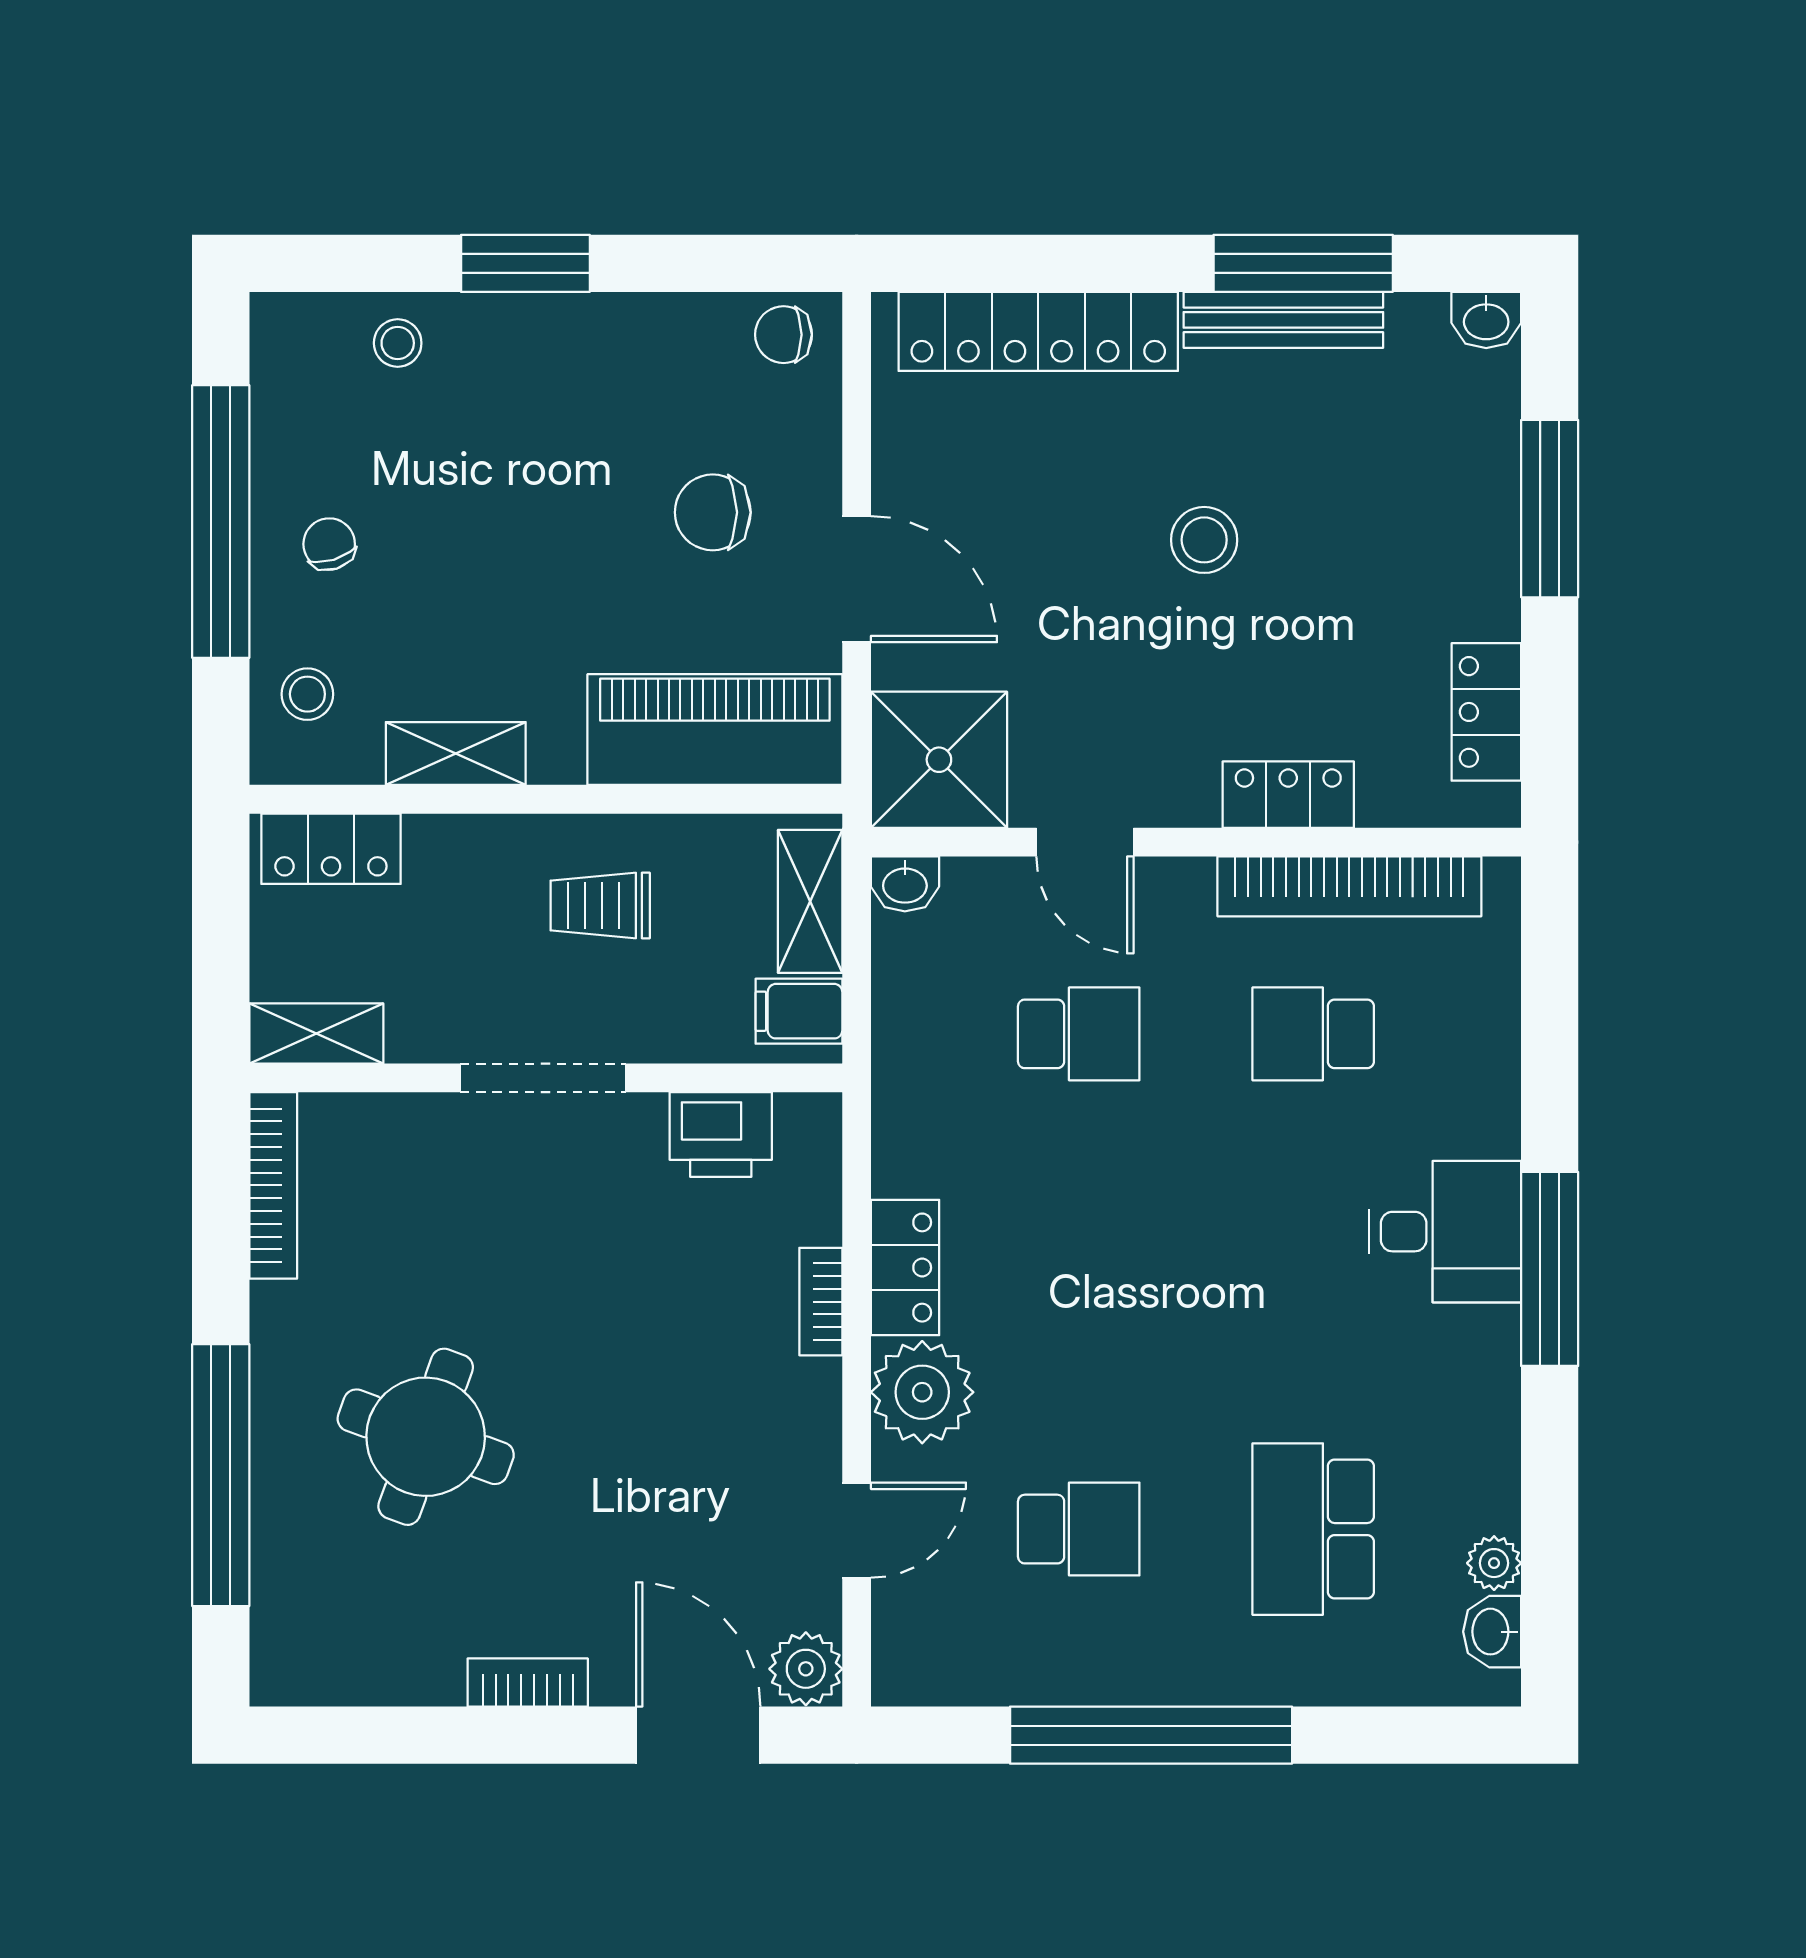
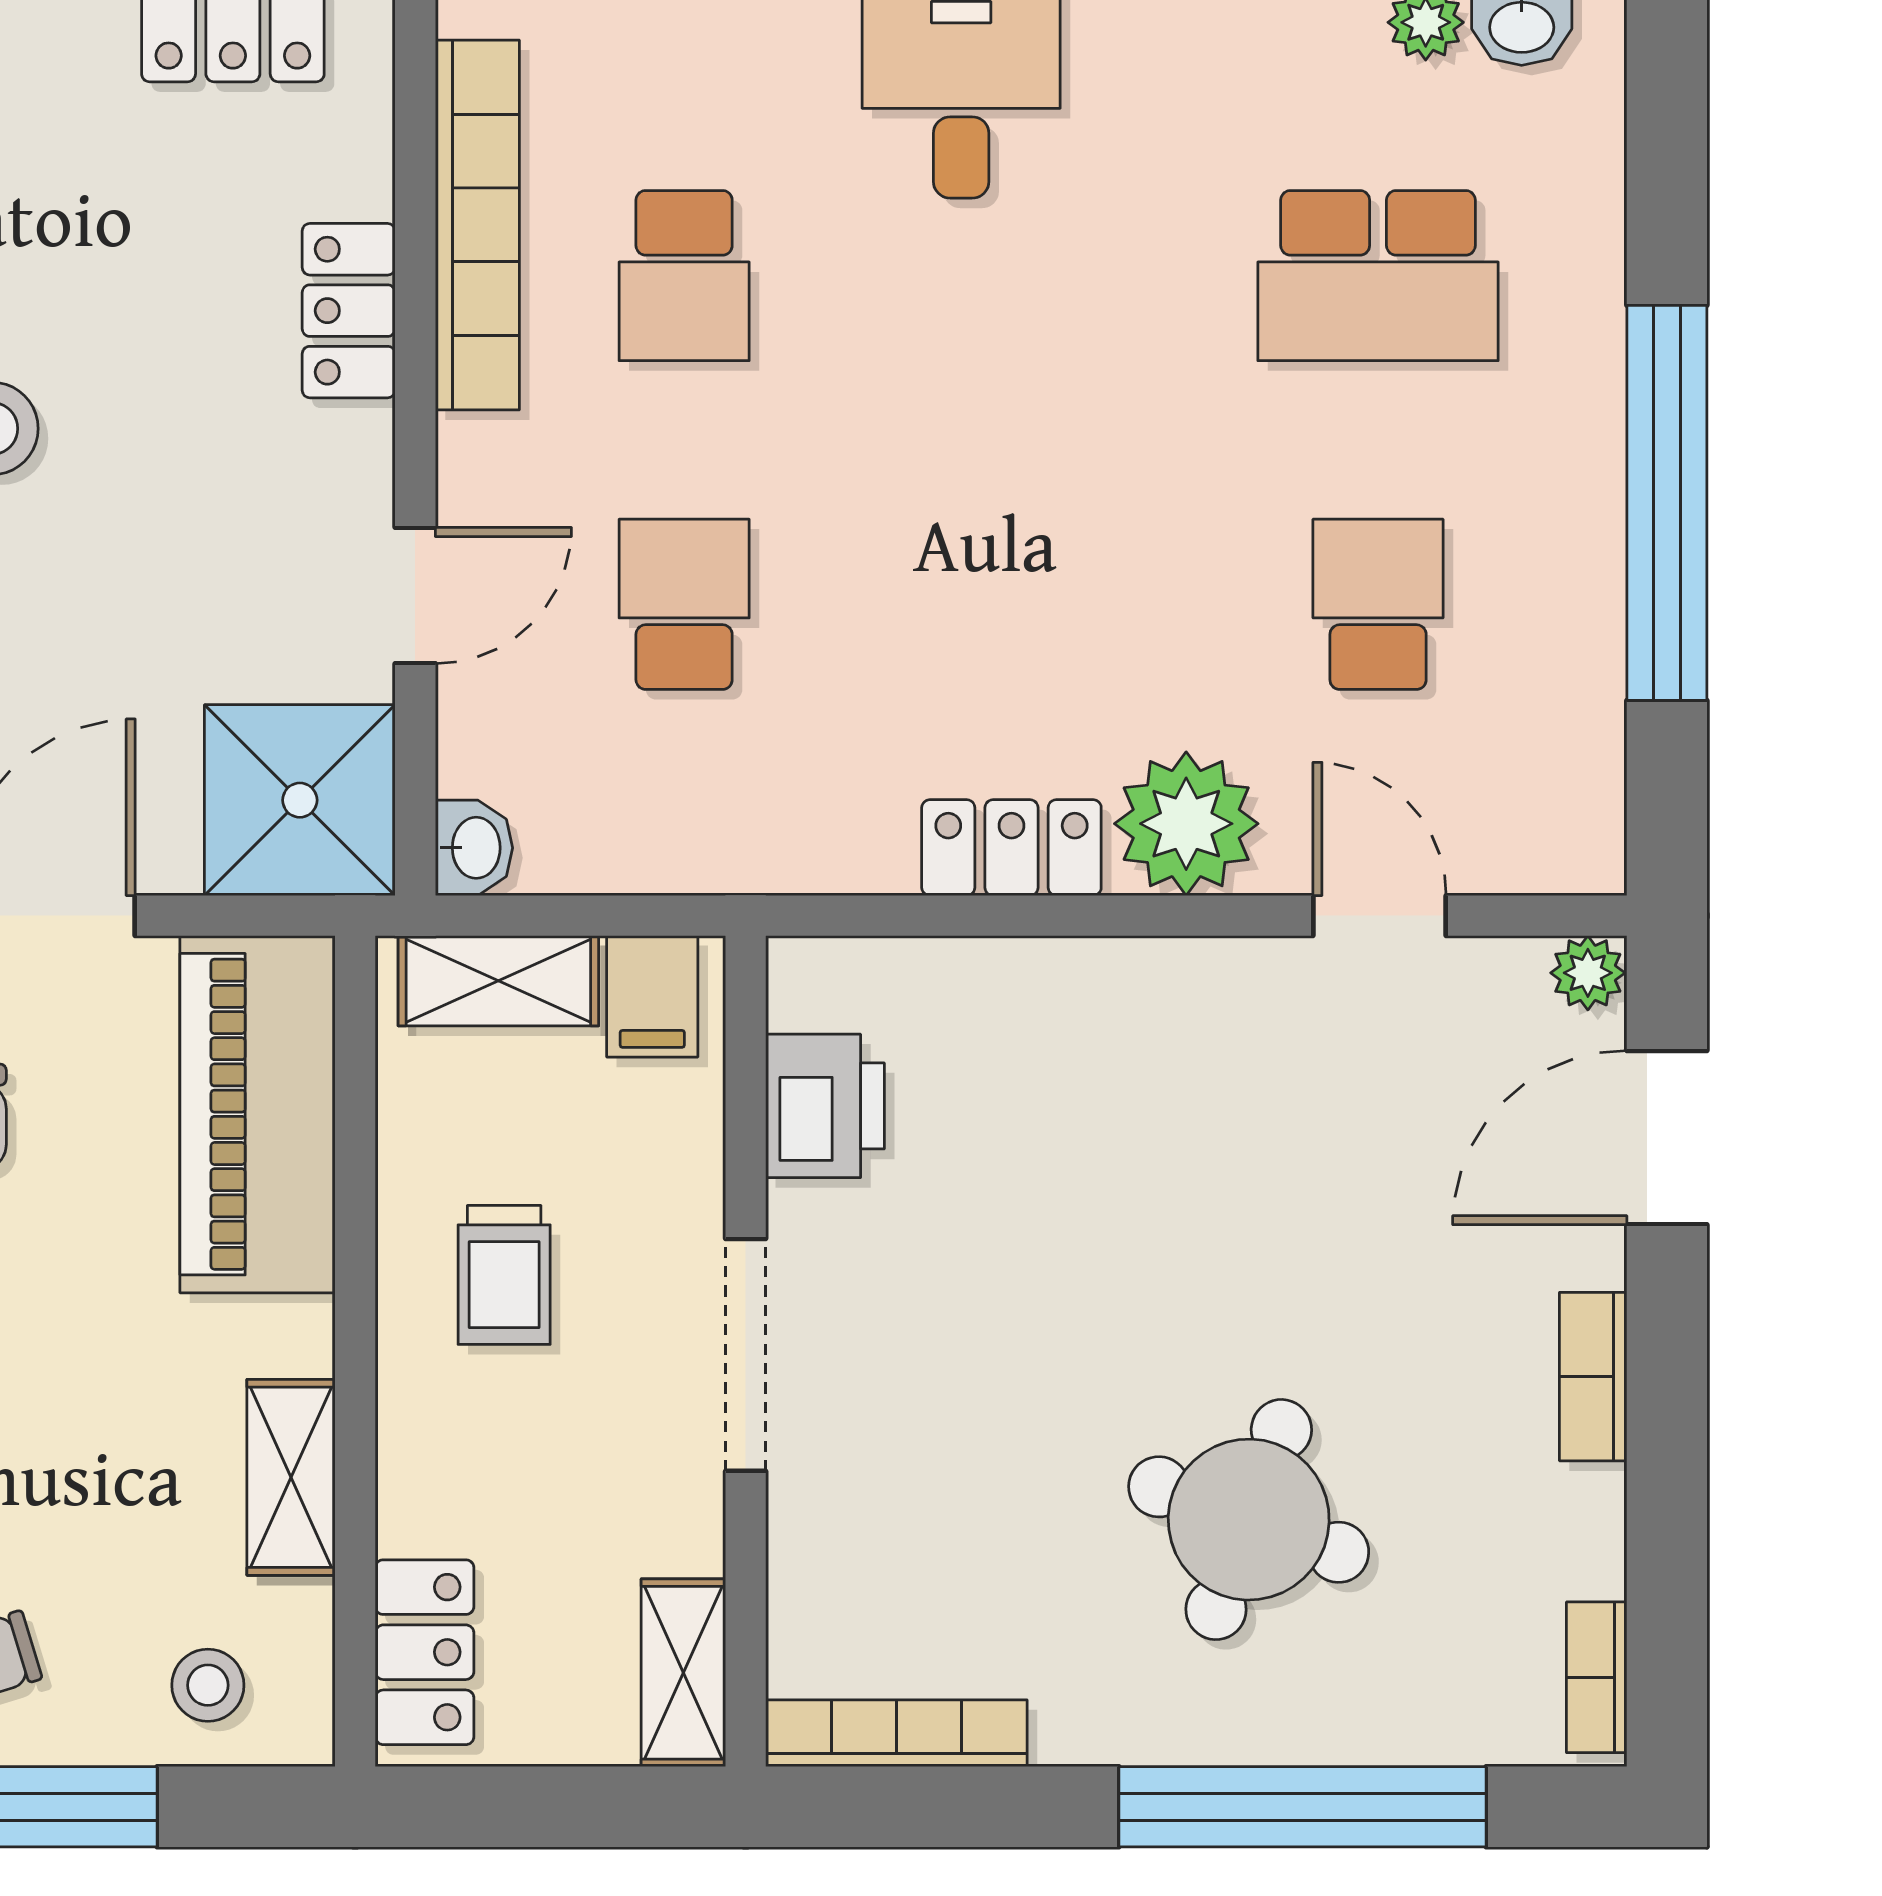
bookcase: (821, 1302) -> (1597, 1677), moved, turned 90
plant: (806, 1669) -> (1588, 973), width x0.73, depth x0.73

